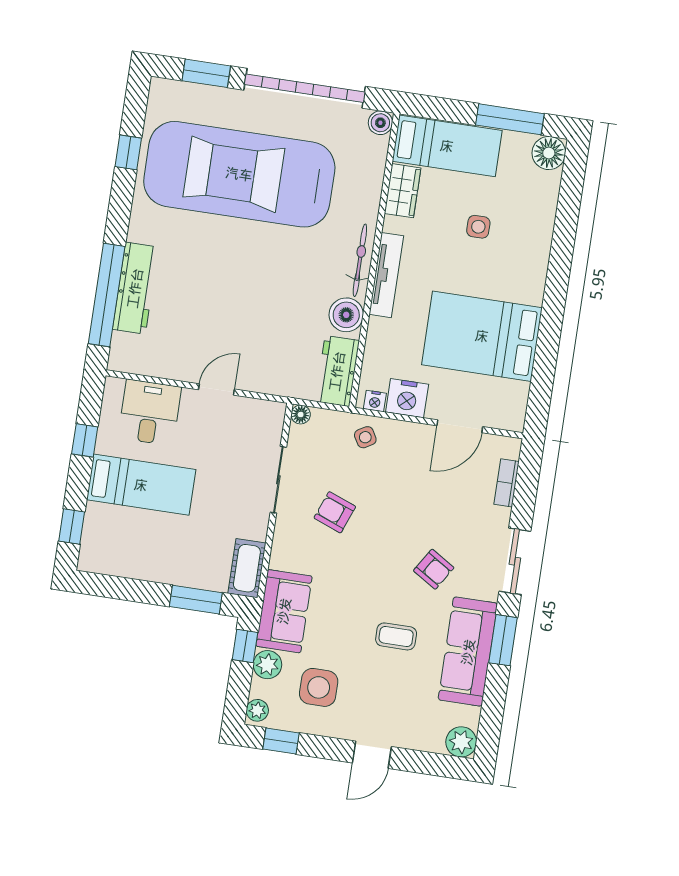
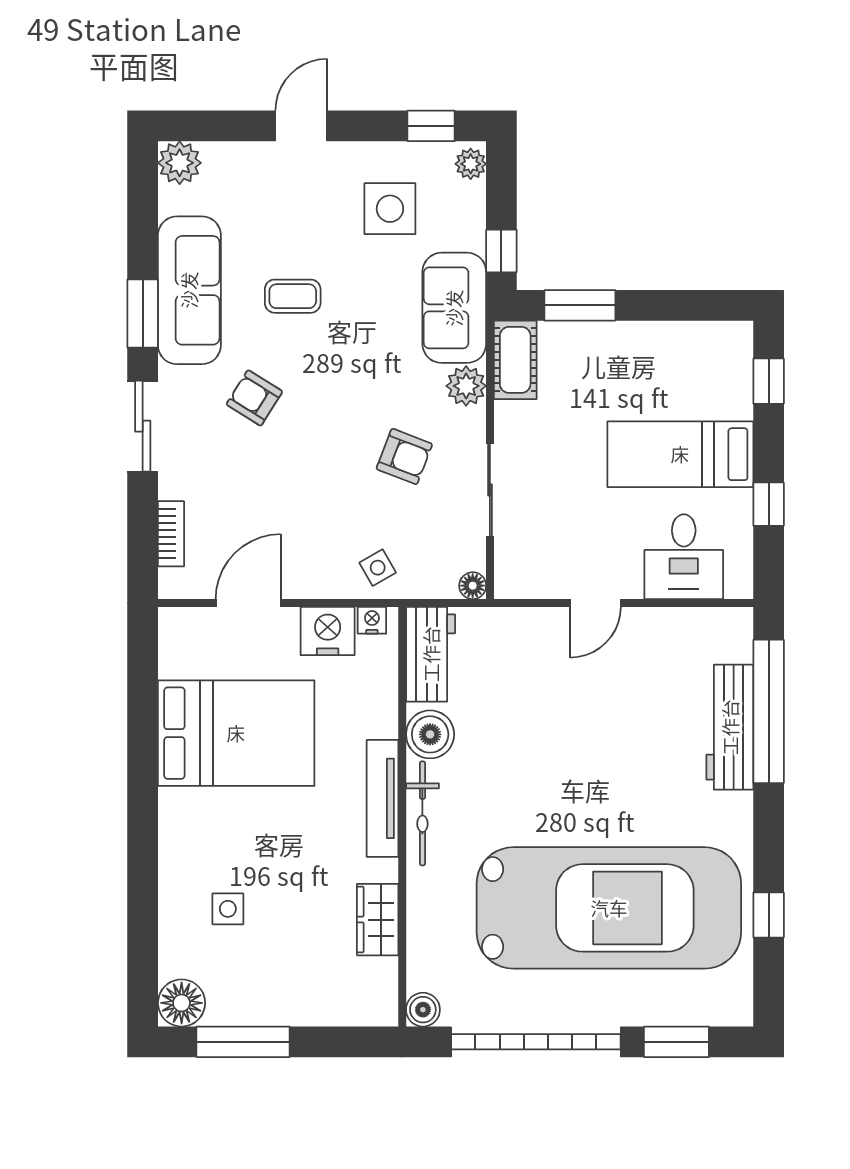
bed: (447, 146) -> (325, 991), removed
side table: (478, 227) -> (228, 909), moved
plant: (267, 665) -> (466, 386), moved

